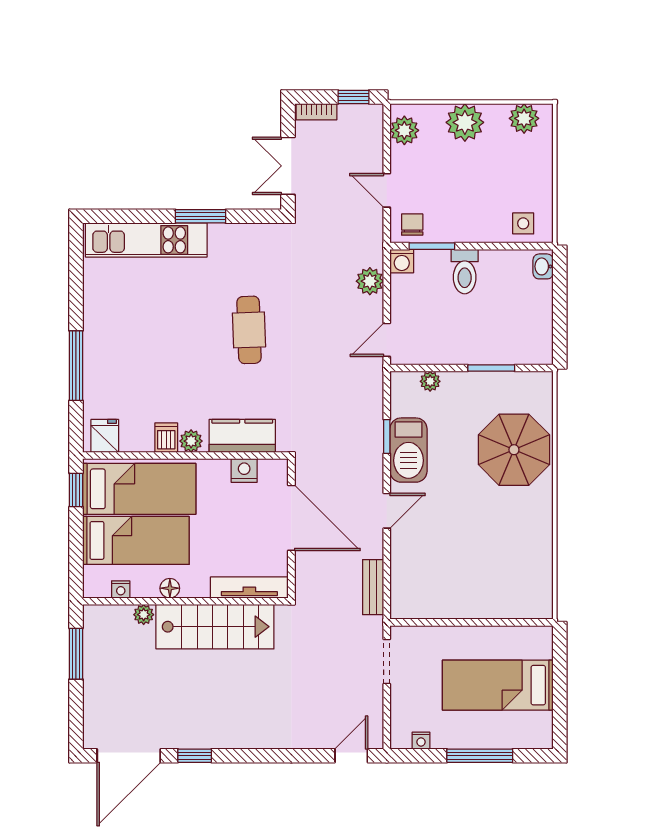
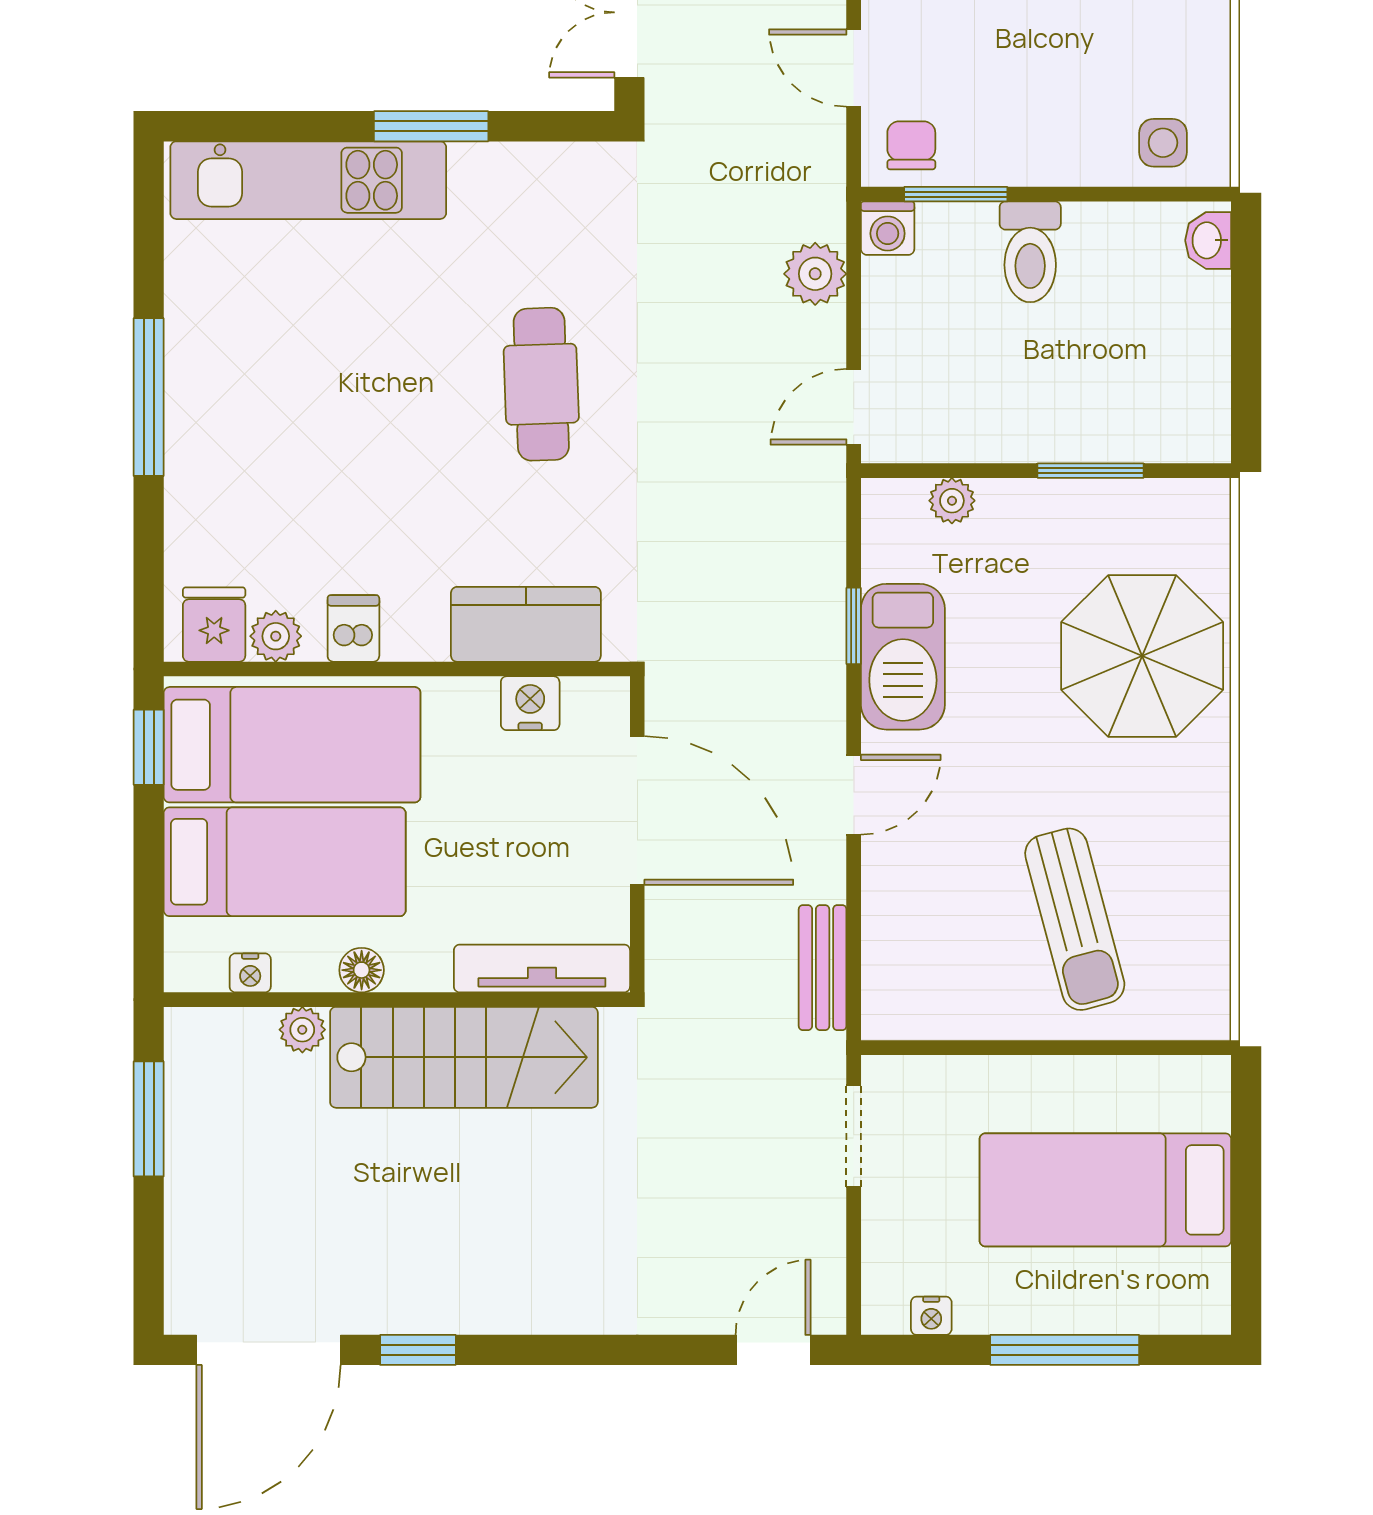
window: (76, 366) -> (149, 397), moved
plant: (191, 441) -> (276, 636), moved
sun lounger: (484, 566) -> (1075, 919), added

